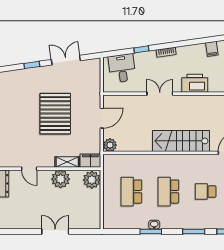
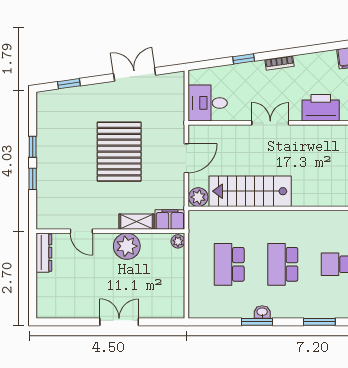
window: (32, 65) -> (69, 84), moved
desk: (122, 68) -> (208, 103), moved, turned -82
stairs: (181, 141) -> (250, 191), moved
plant: (92, 180) -> (178, 241), width x0.53, depth x0.53

